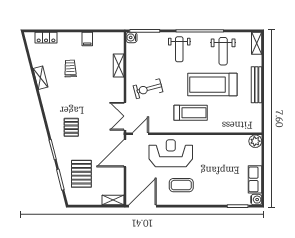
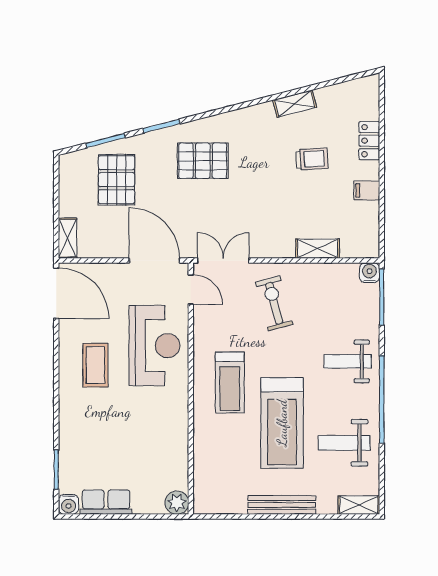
locker: (46, 38) -> (369, 141), moved
treadmill: (212, 85) -> (282, 423), turned 180
pallet: (71, 127) -> (203, 161), width x1.50, depth x1.42
pallet: (81, 174) -> (117, 180), turned 90

